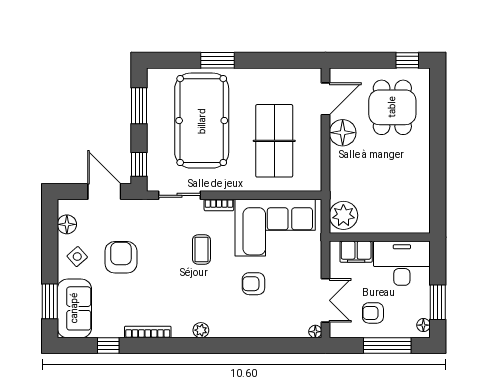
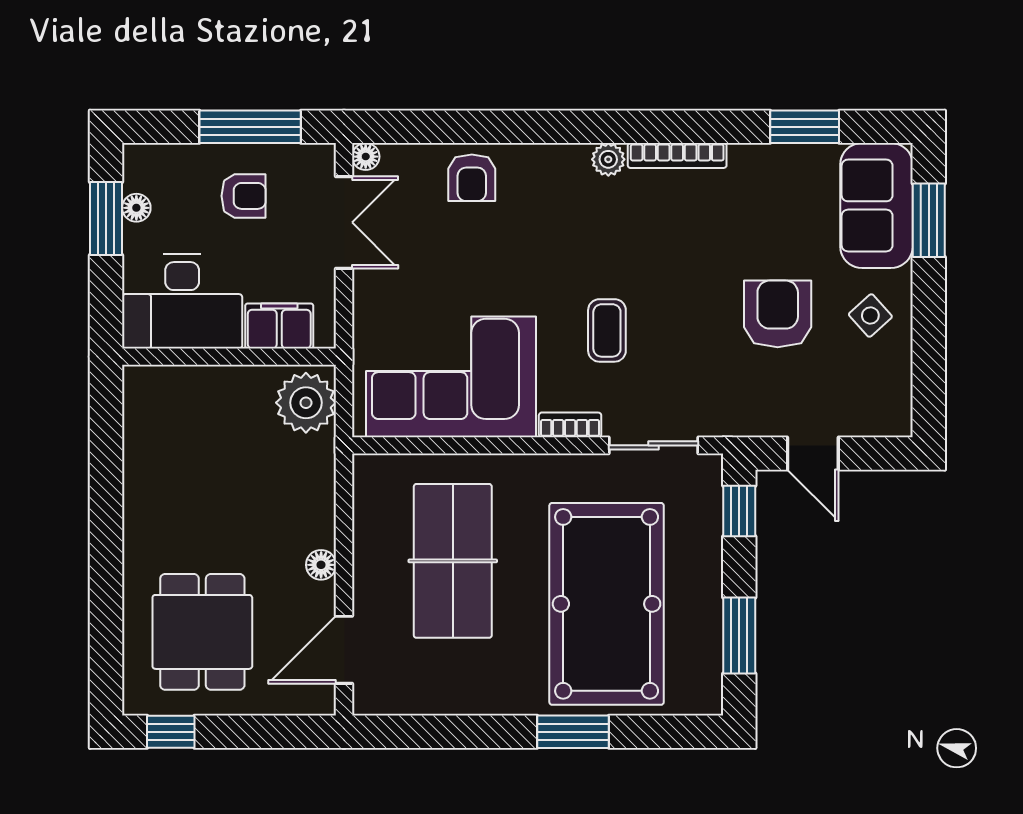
floor lamp: (343, 133) -> (321, 565), width x0.53, depth x0.53
door: (104, 191) -> (813, 453), width x0.73
floor lamp: (67, 224) -> (892, 384), removed
armchair: (121, 257) -> (778, 314), turned 180
armchair: (253, 284) -> (472, 178), moved, turned 90
double door: (326, 300) -> (344, 222), swing flipped
floor lamp: (423, 325) -> (136, 208), moved
bookcase: (148, 332) -> (677, 156), moved
window: (108, 346) -> (805, 127), width x1.50
window: (387, 346) -> (250, 127), moved

